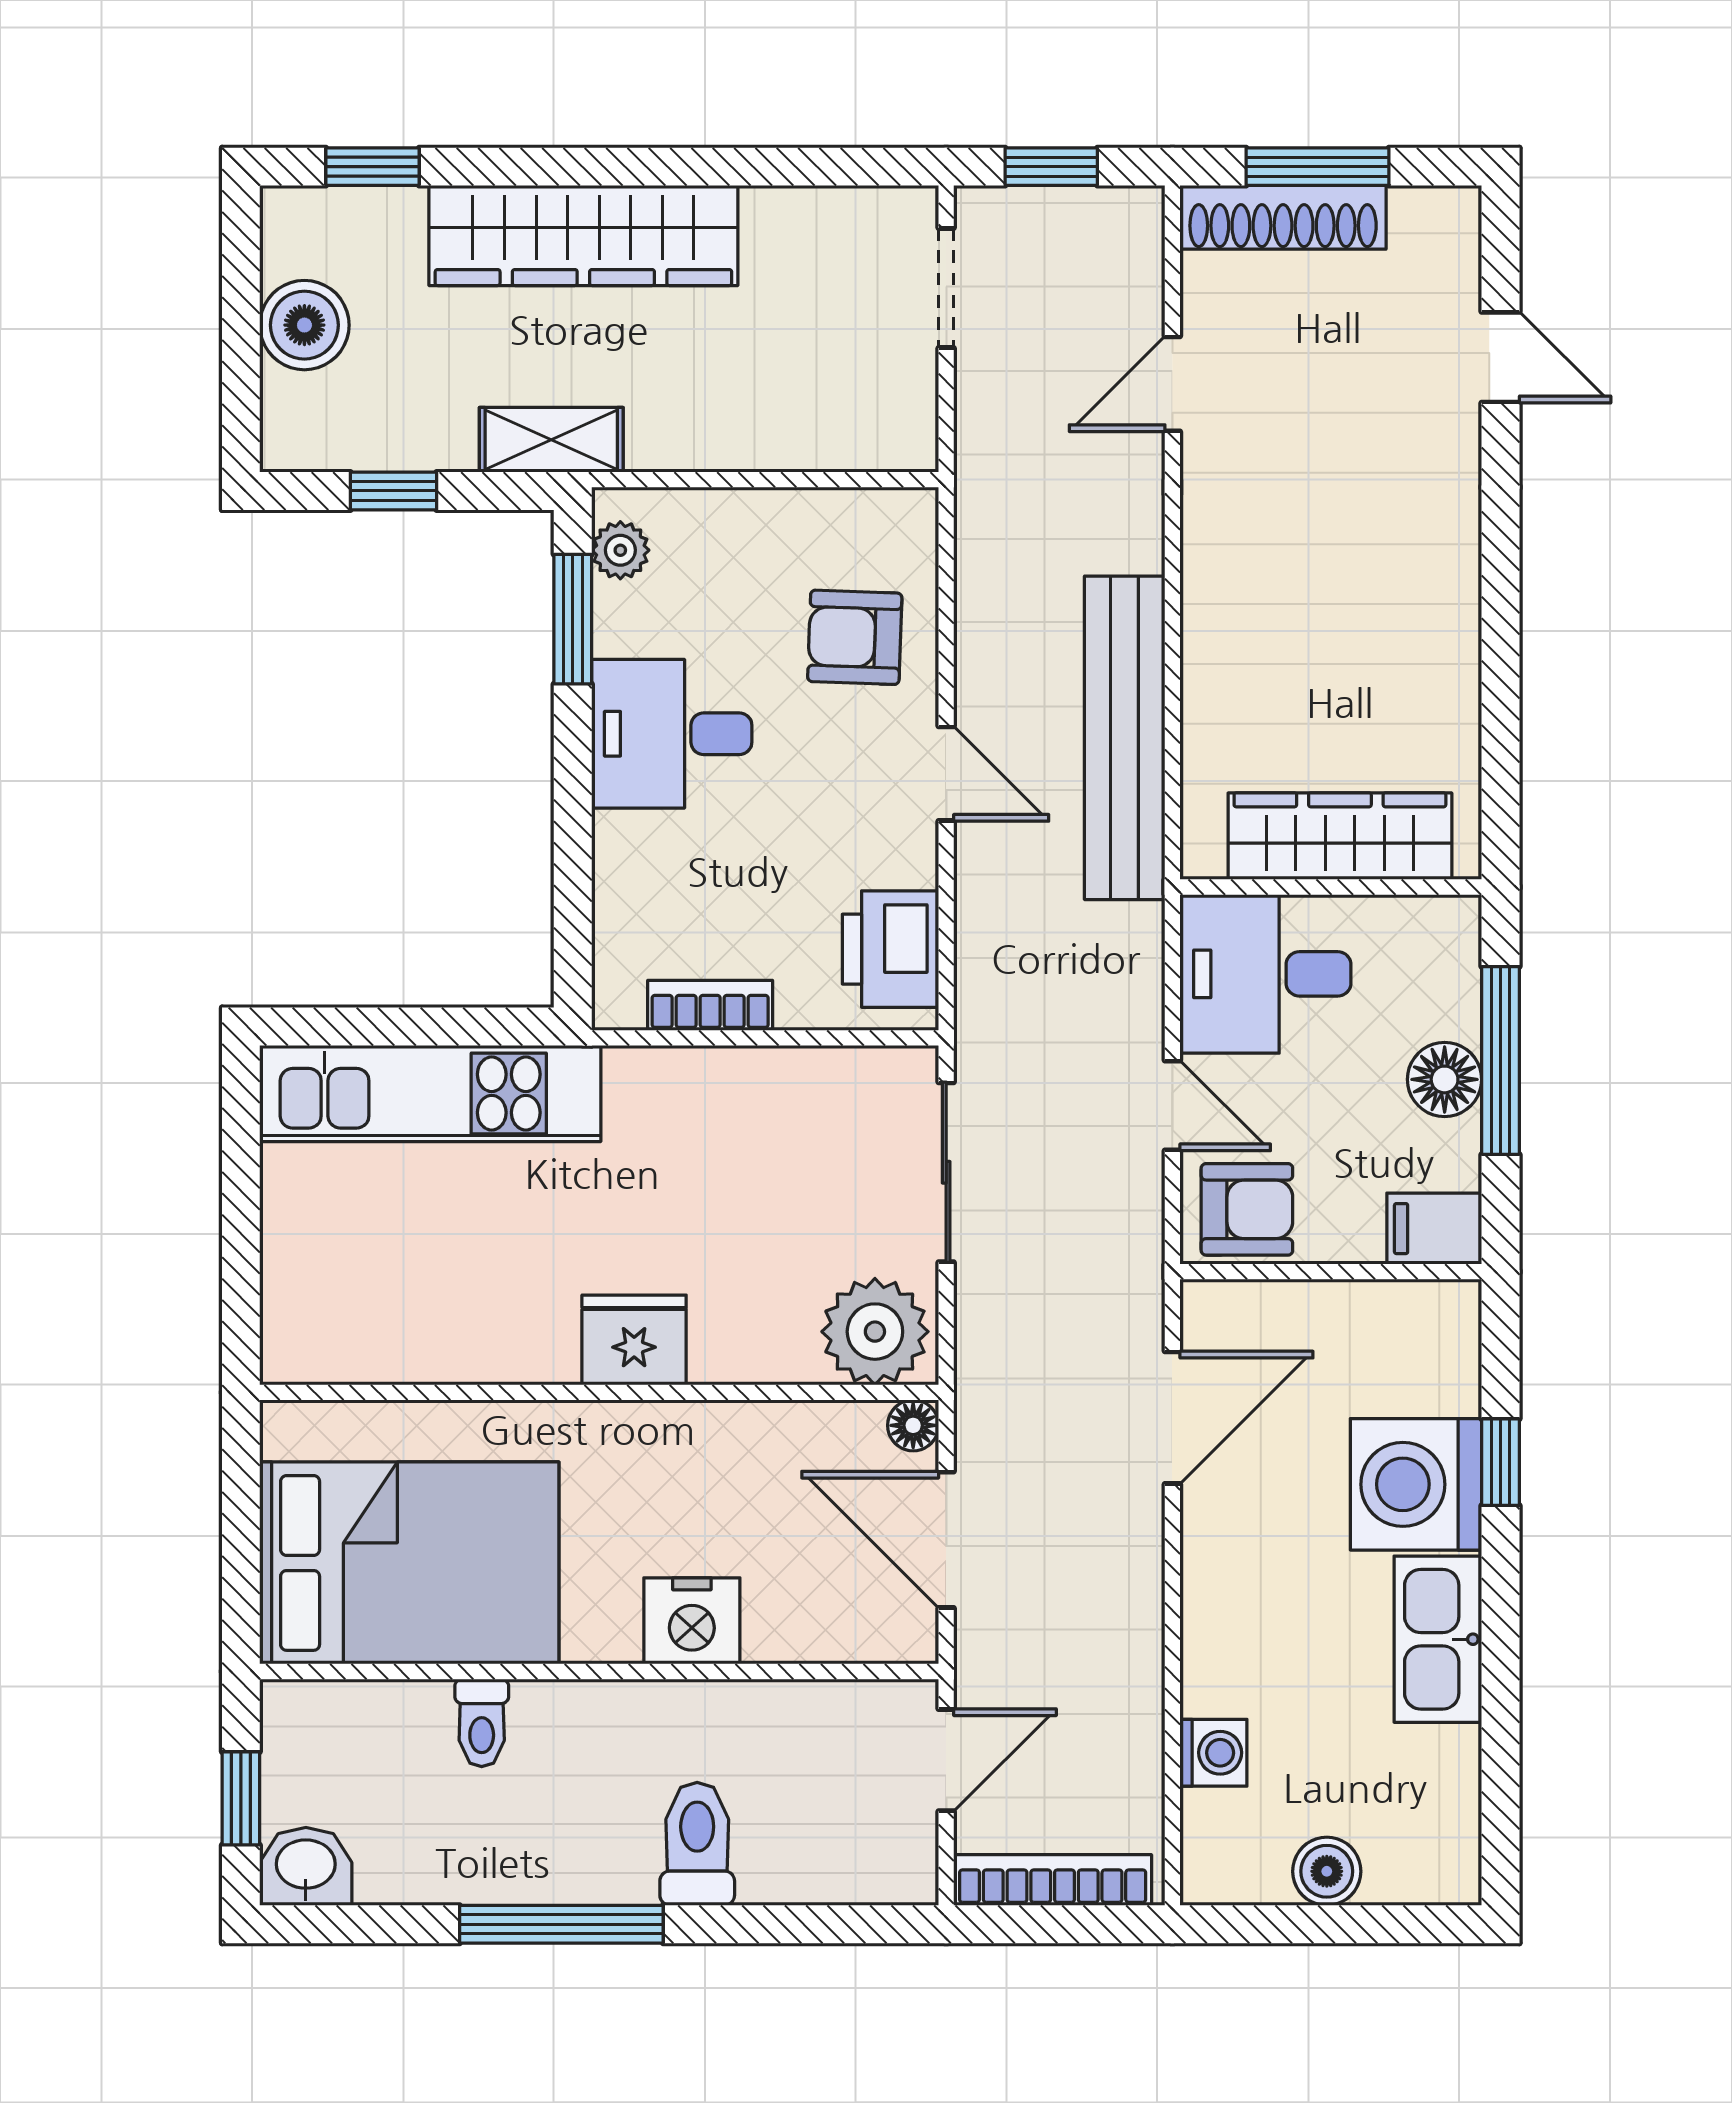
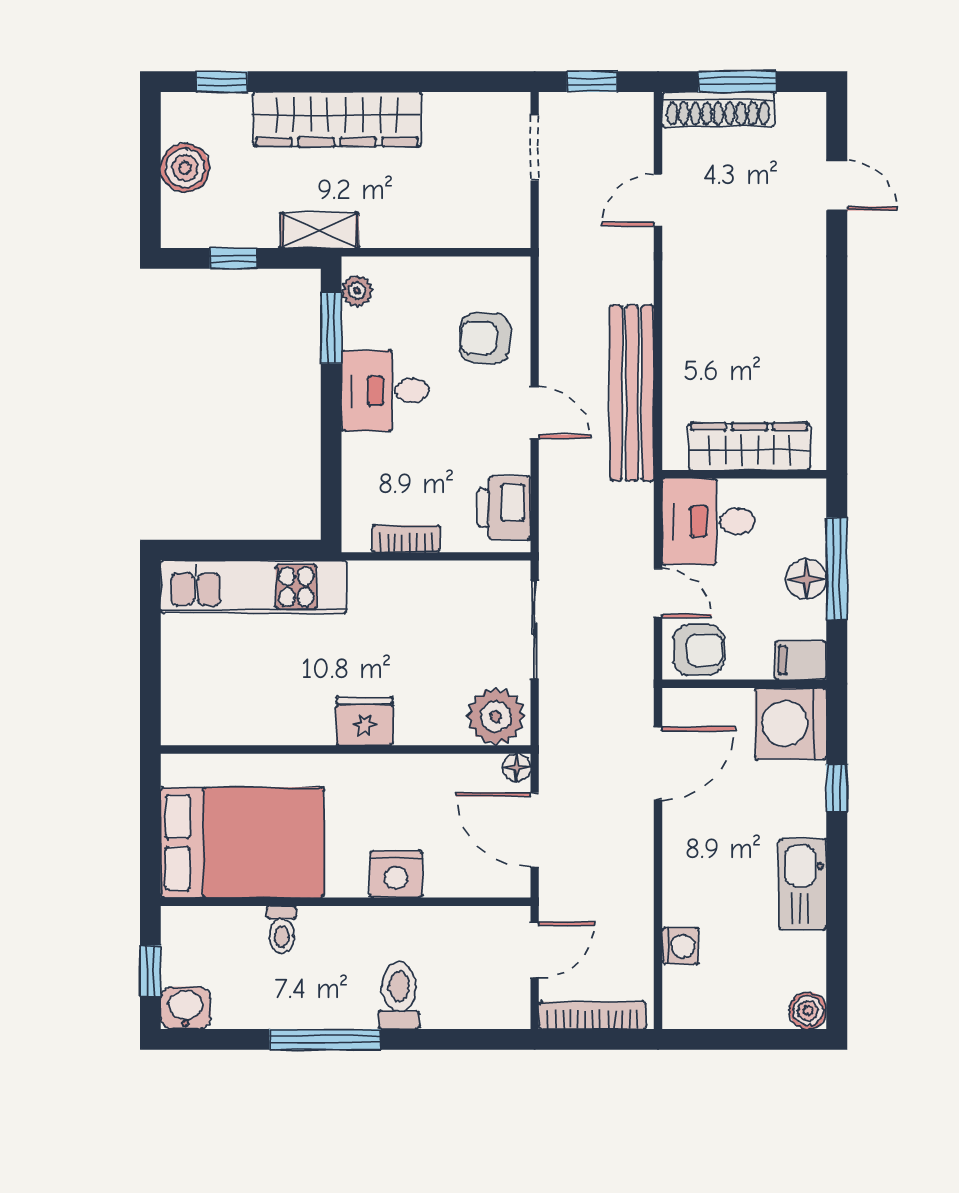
washing machine: (1416, 1484) -> (791, 724), moved
boiler: (1327, 1871) -> (808, 1011), moved

